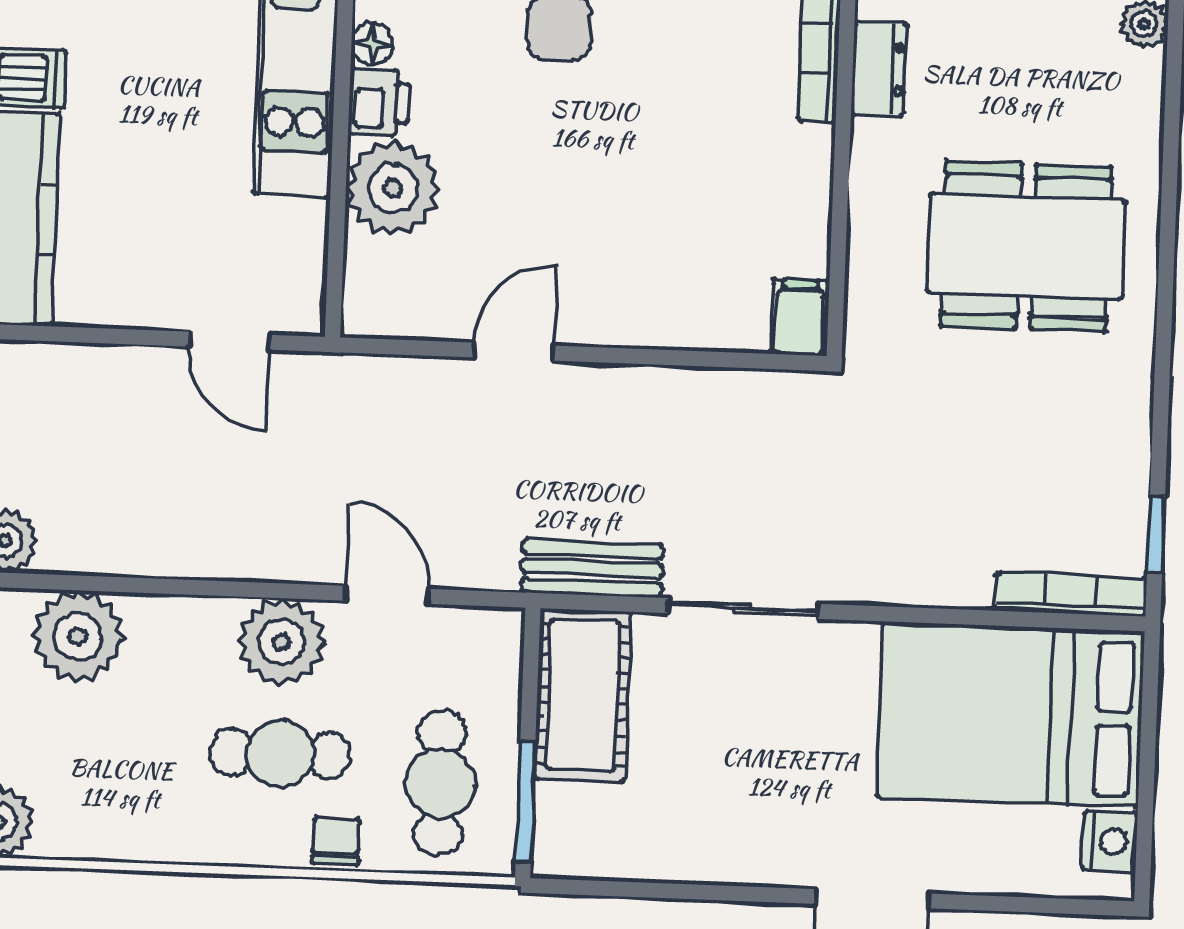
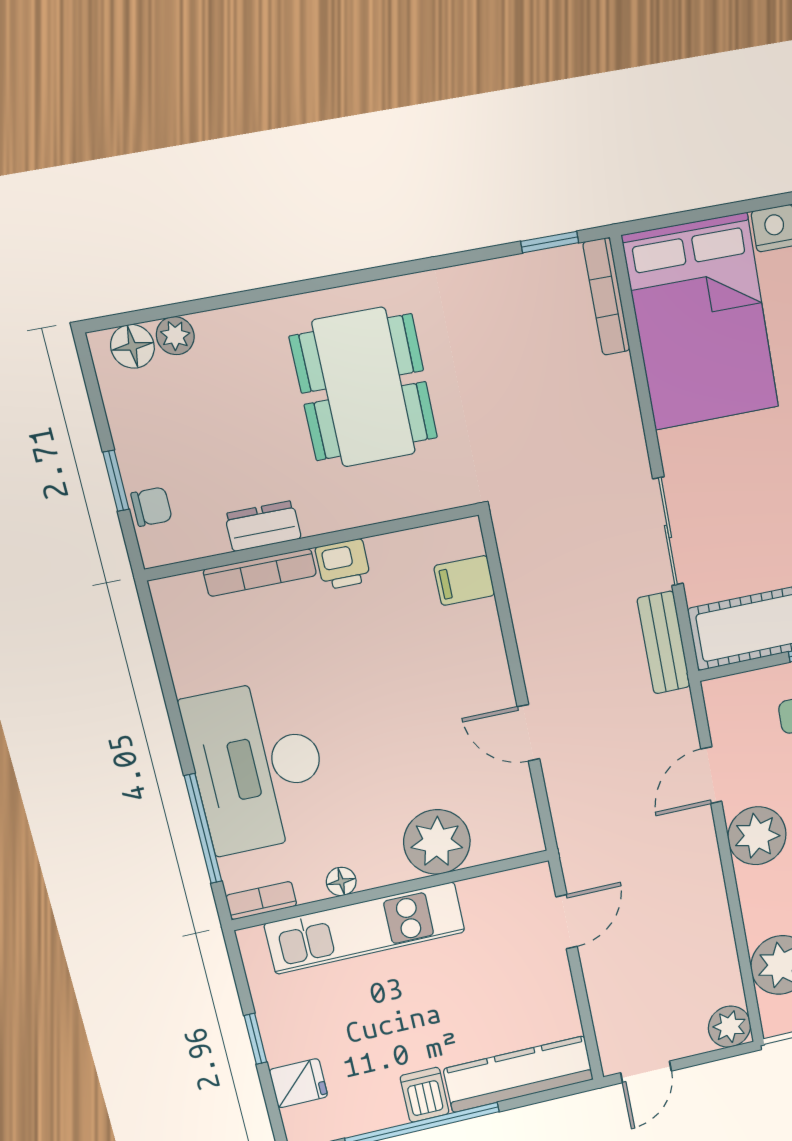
printer: (379, 103) -> (343, 564), moved, turned 180
filing cabinet: (800, 317) -> (464, 580), moved

